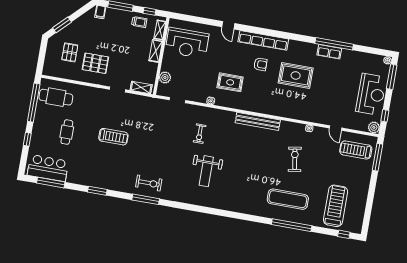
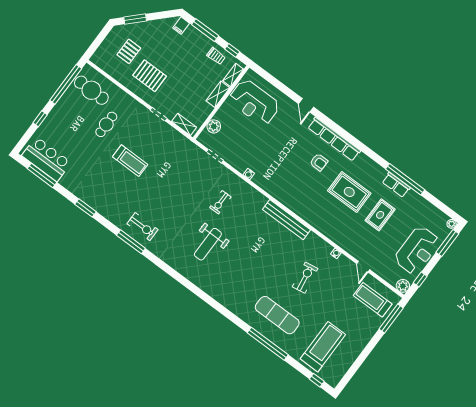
rug: (230, 82) -> (380, 215), moved, turned 90
cafe table: (67, 132) -> (106, 124), moved

